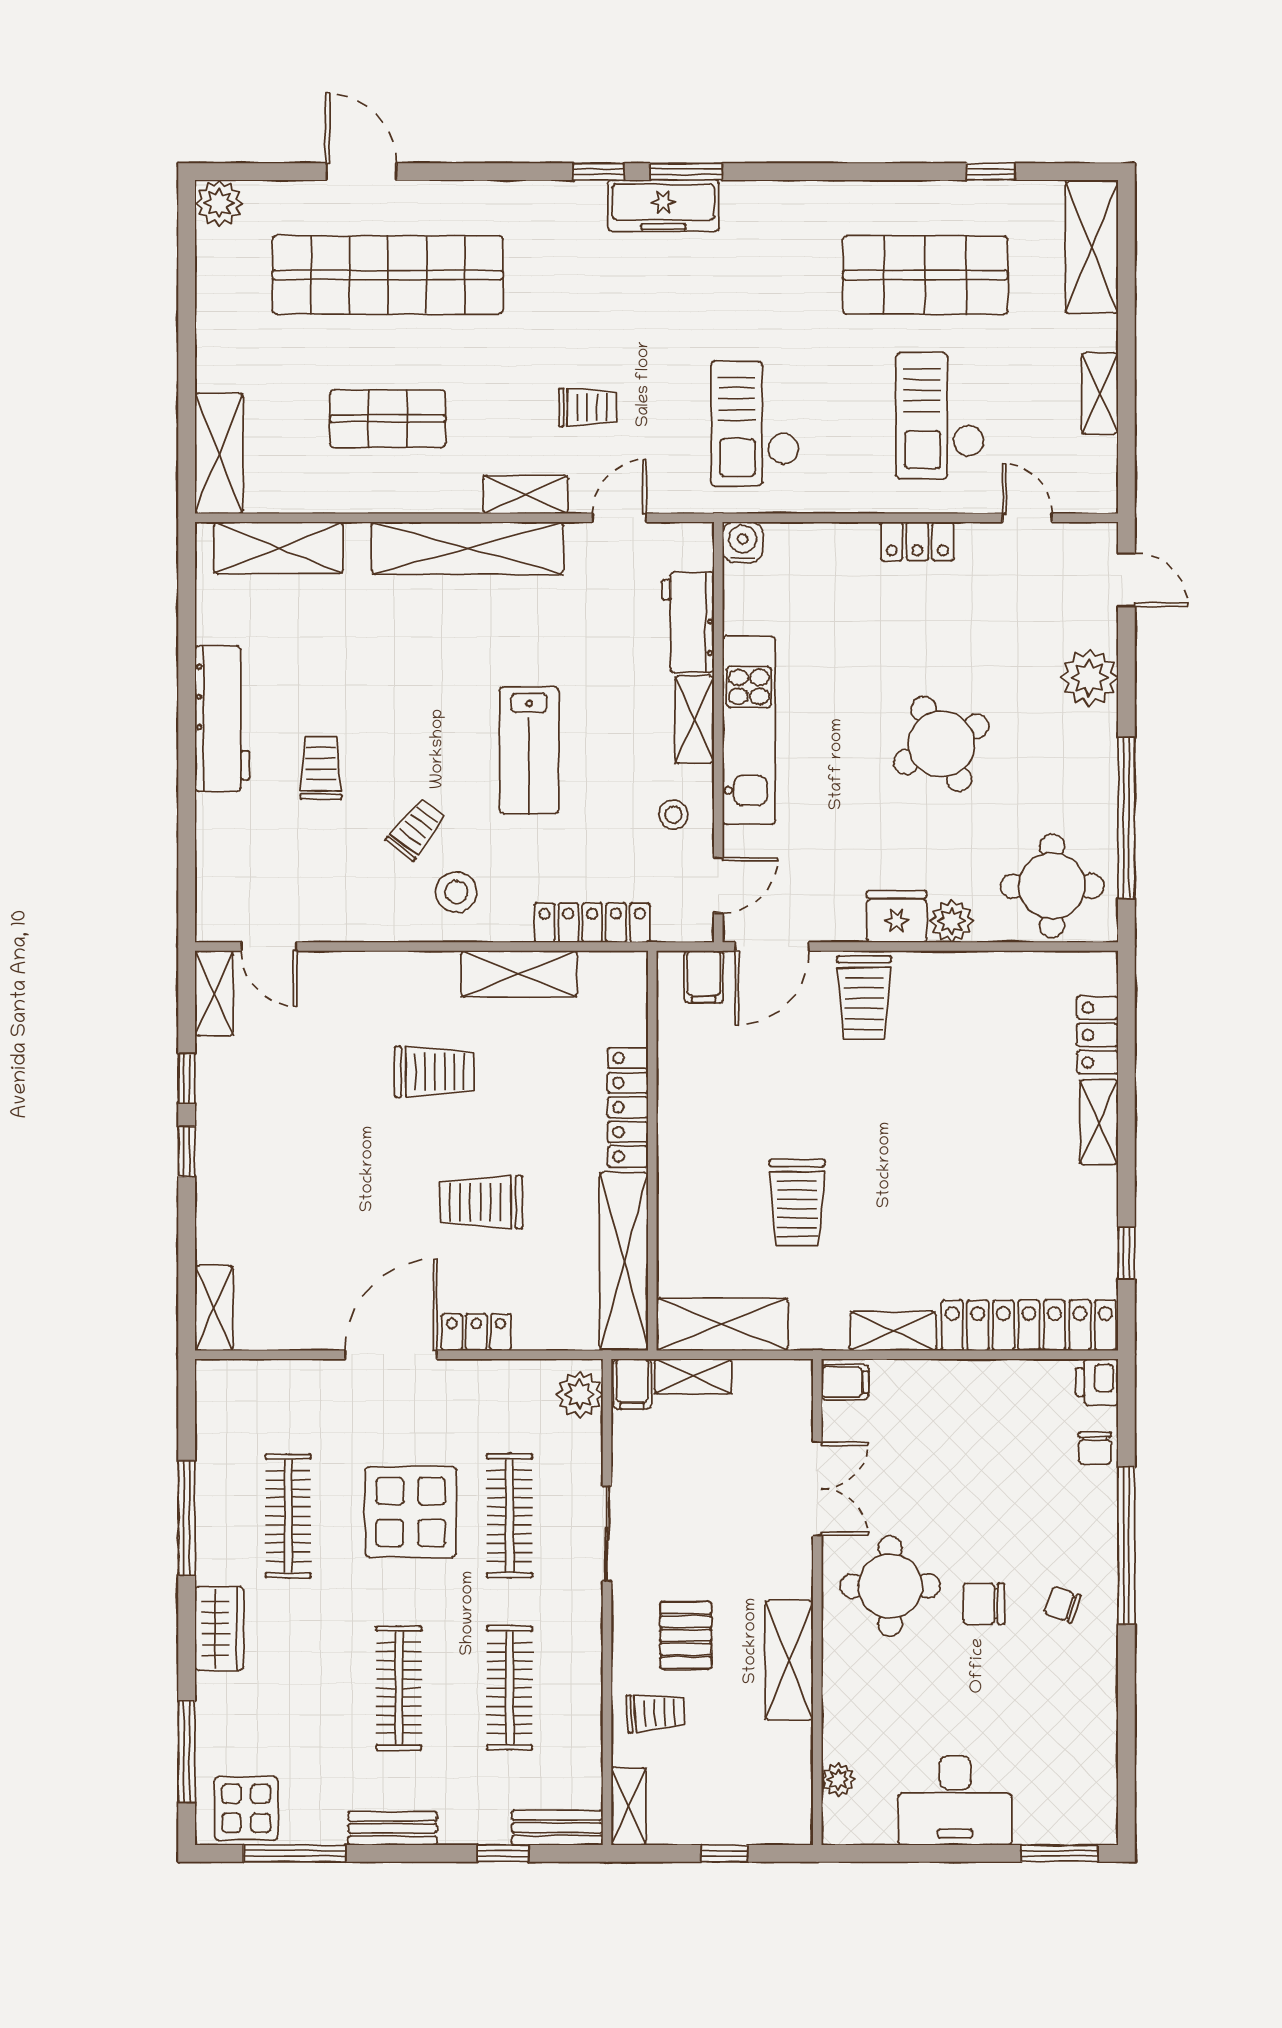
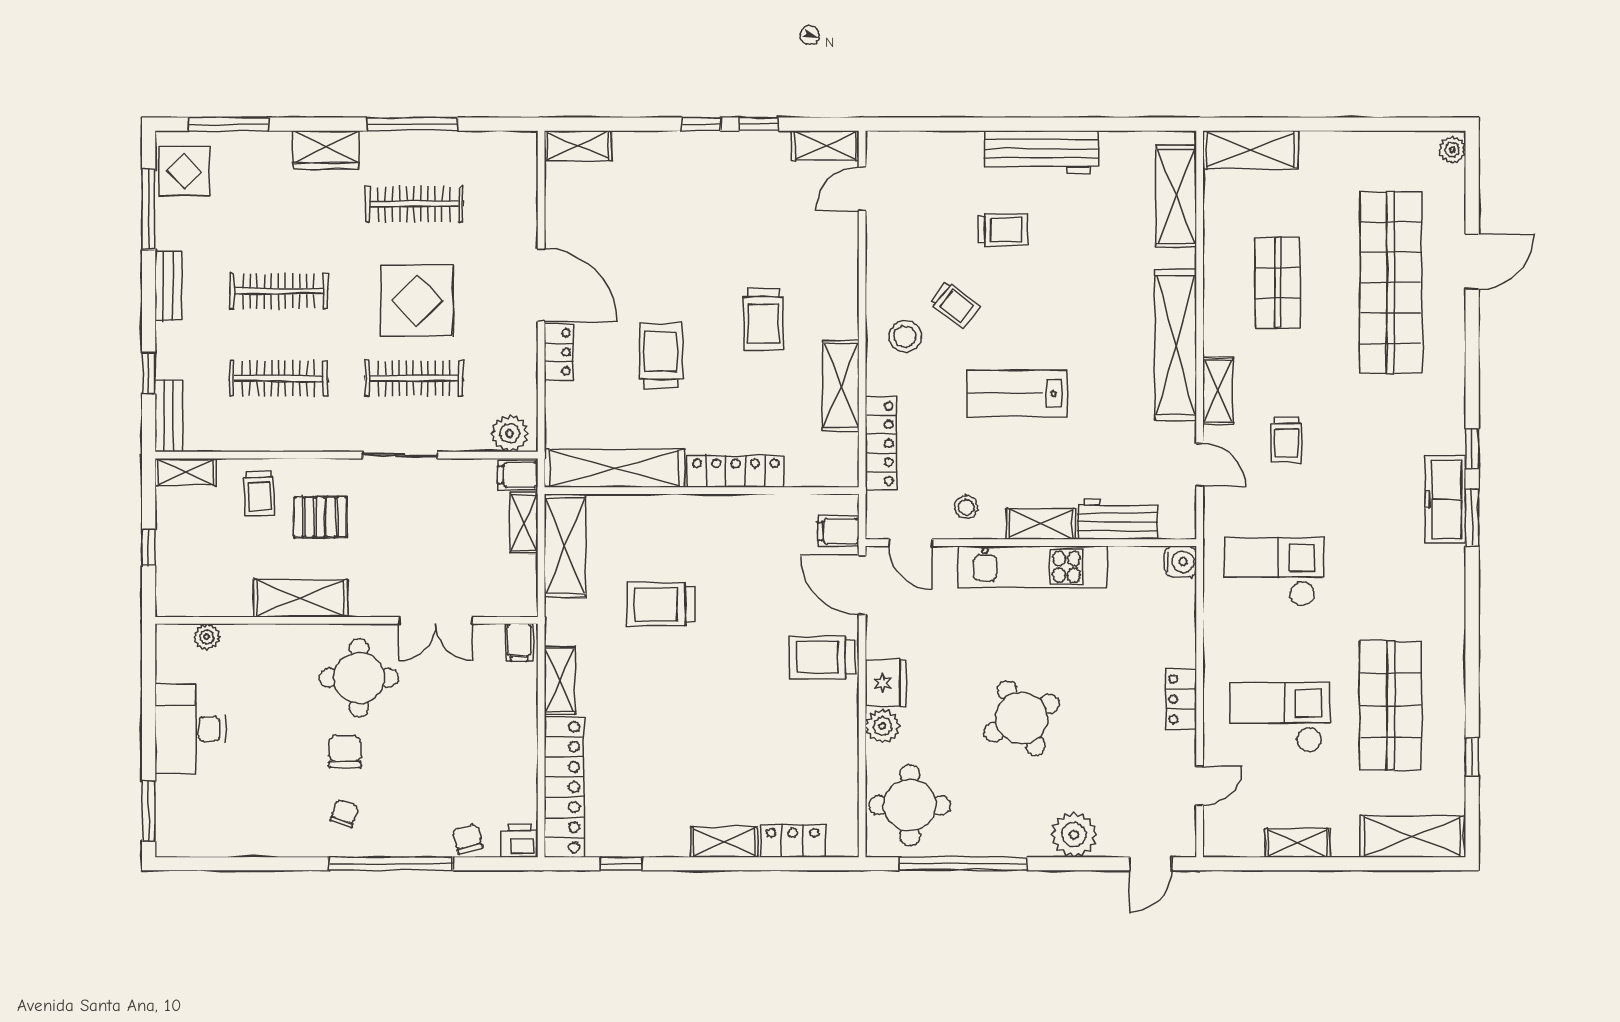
plant: (219, 203) -> (1452, 150), width x0.73, depth x0.73
chair: (1095, 1448) -> (467, 839), turned 75

